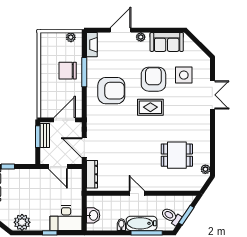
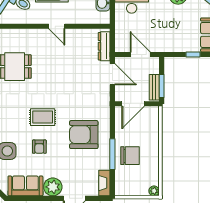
plant: (71, 37) -> (154, 191), moved
plant: (141, 37) -> (53, 187), width x1.88, depth x1.88
armchair: (153, 79) -> (39, 147), width x0.53, depth x0.53

